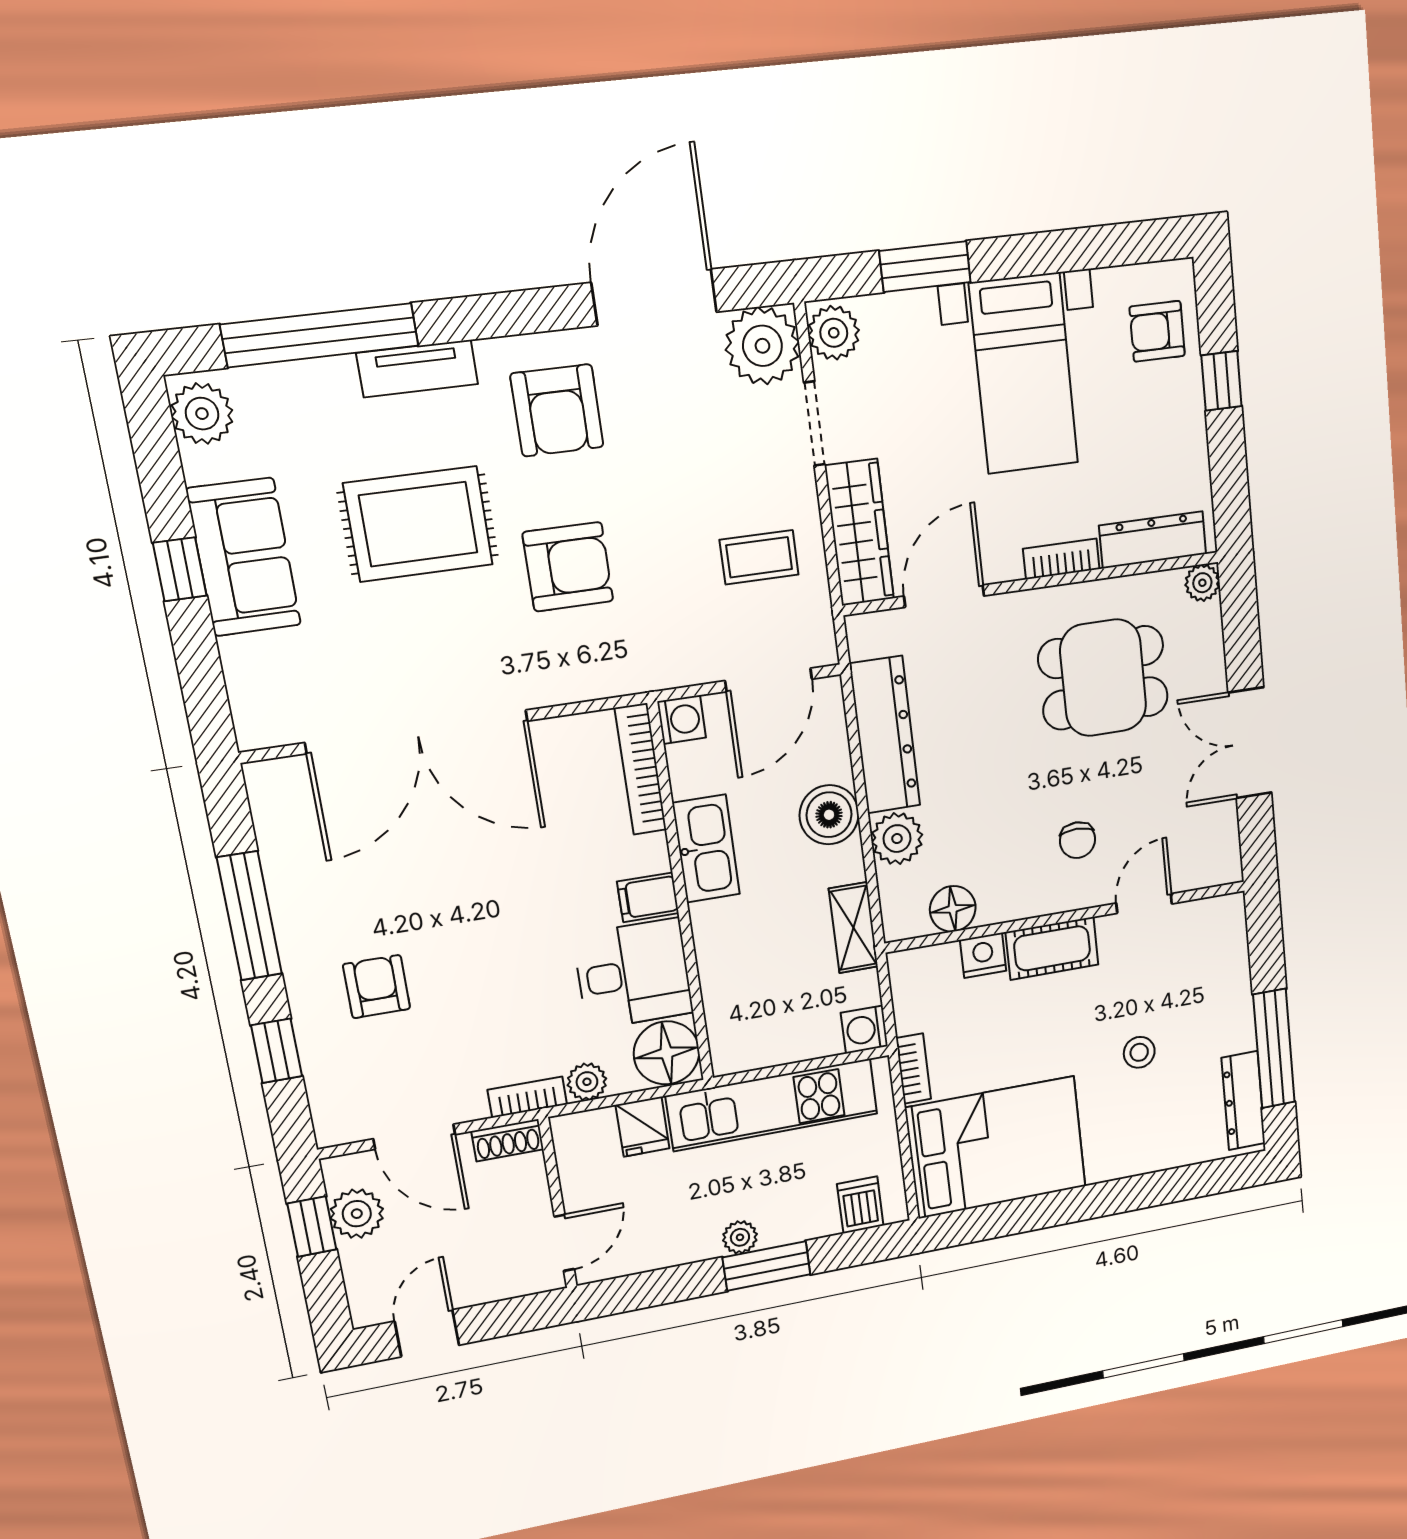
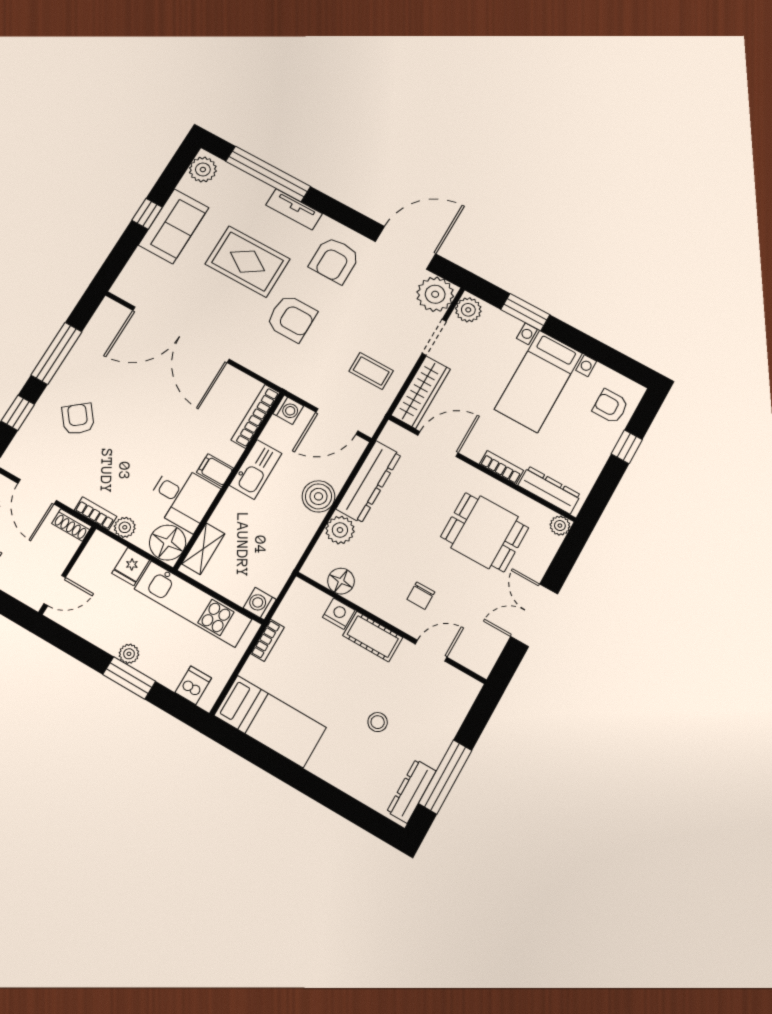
shelving: (853, 928) -> (203, 549), moved
armchair: (377, 987) -> (78, 419), turned -39
bed: (996, 1147) -> (270, 721), width x0.67

